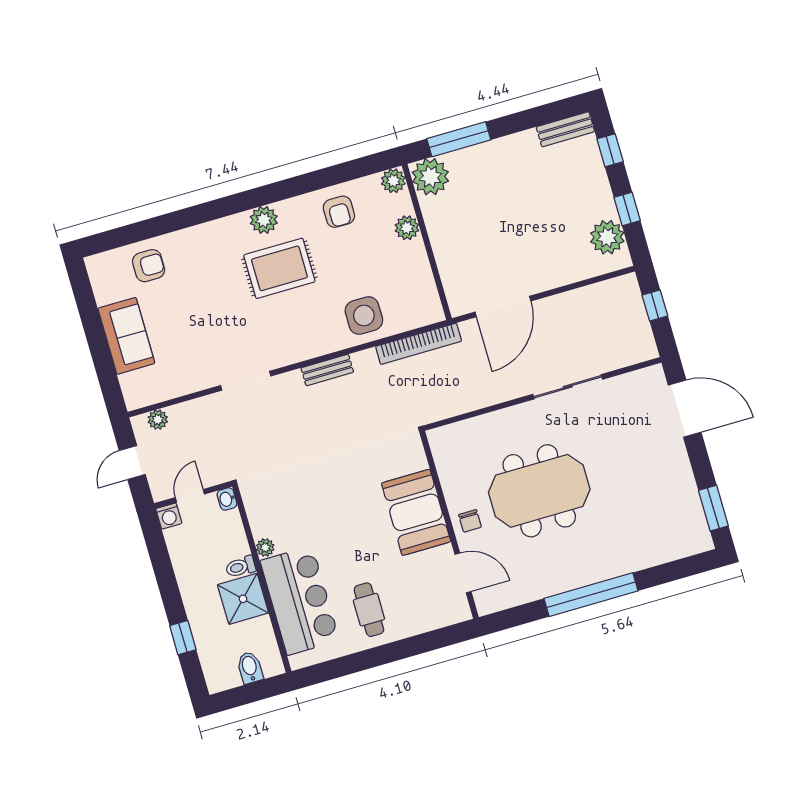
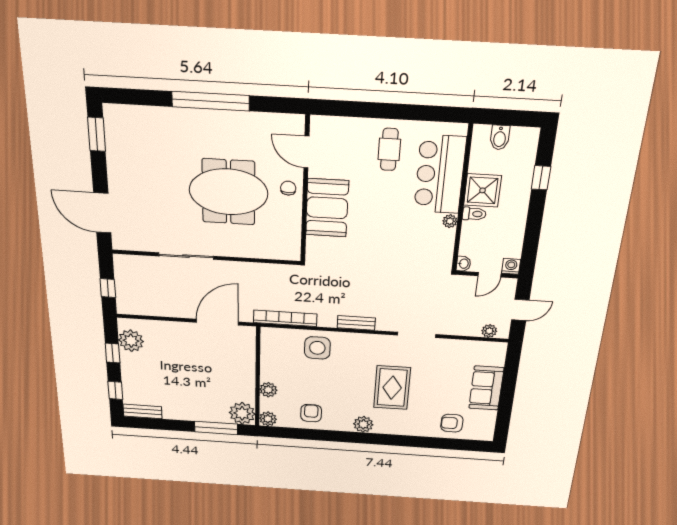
rug: (279, 268) -> (392, 388), moved, turned 90

